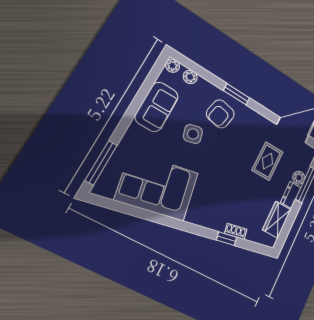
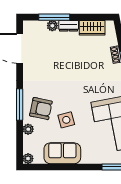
plant: (190, 77) -> (28, 129), moved
window: (237, 94) -> (20, 105), width x1.44
rug: (267, 161) -> (54, 56), removed

